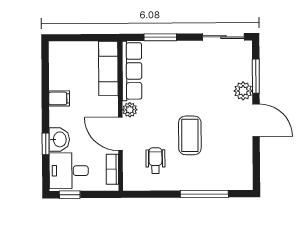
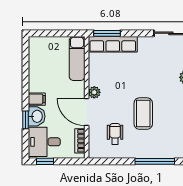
window: (160, 37) -> (107, 33), moved
row of seats: (132, 71) -> (113, 44), moved, turned 90
filing cabinet: (59, 98) -> (37, 99), moved

